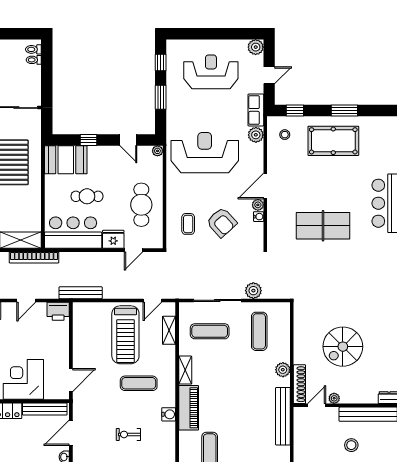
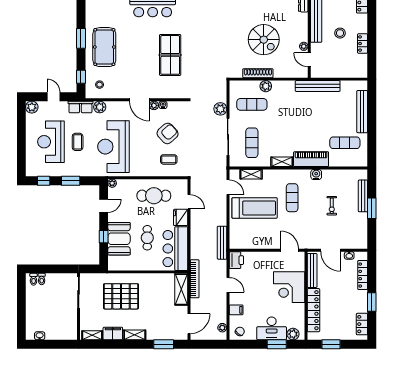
coffee table: (211, 106) -> (78, 142), added
booth: (66, 160) -> (119, 239), moved
plant: (283, 370) -> (266, 86), moved
shoe rack: (299, 384) -> (258, 73), moved

